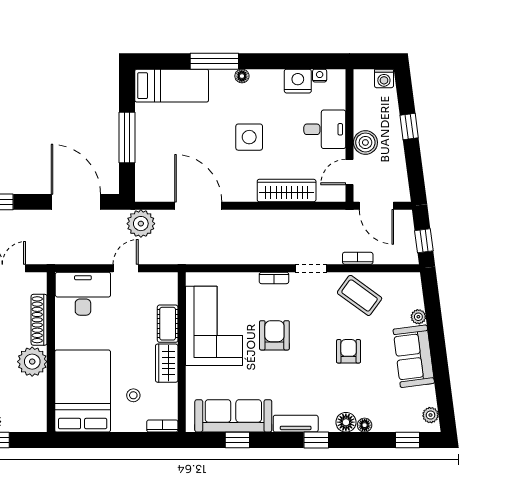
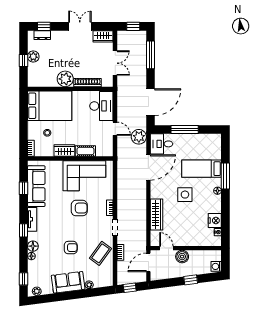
bed: (172, 86) -> (202, 169), moved, turned 90
desk: (325, 129) -> (162, 144), moved, turned 90

